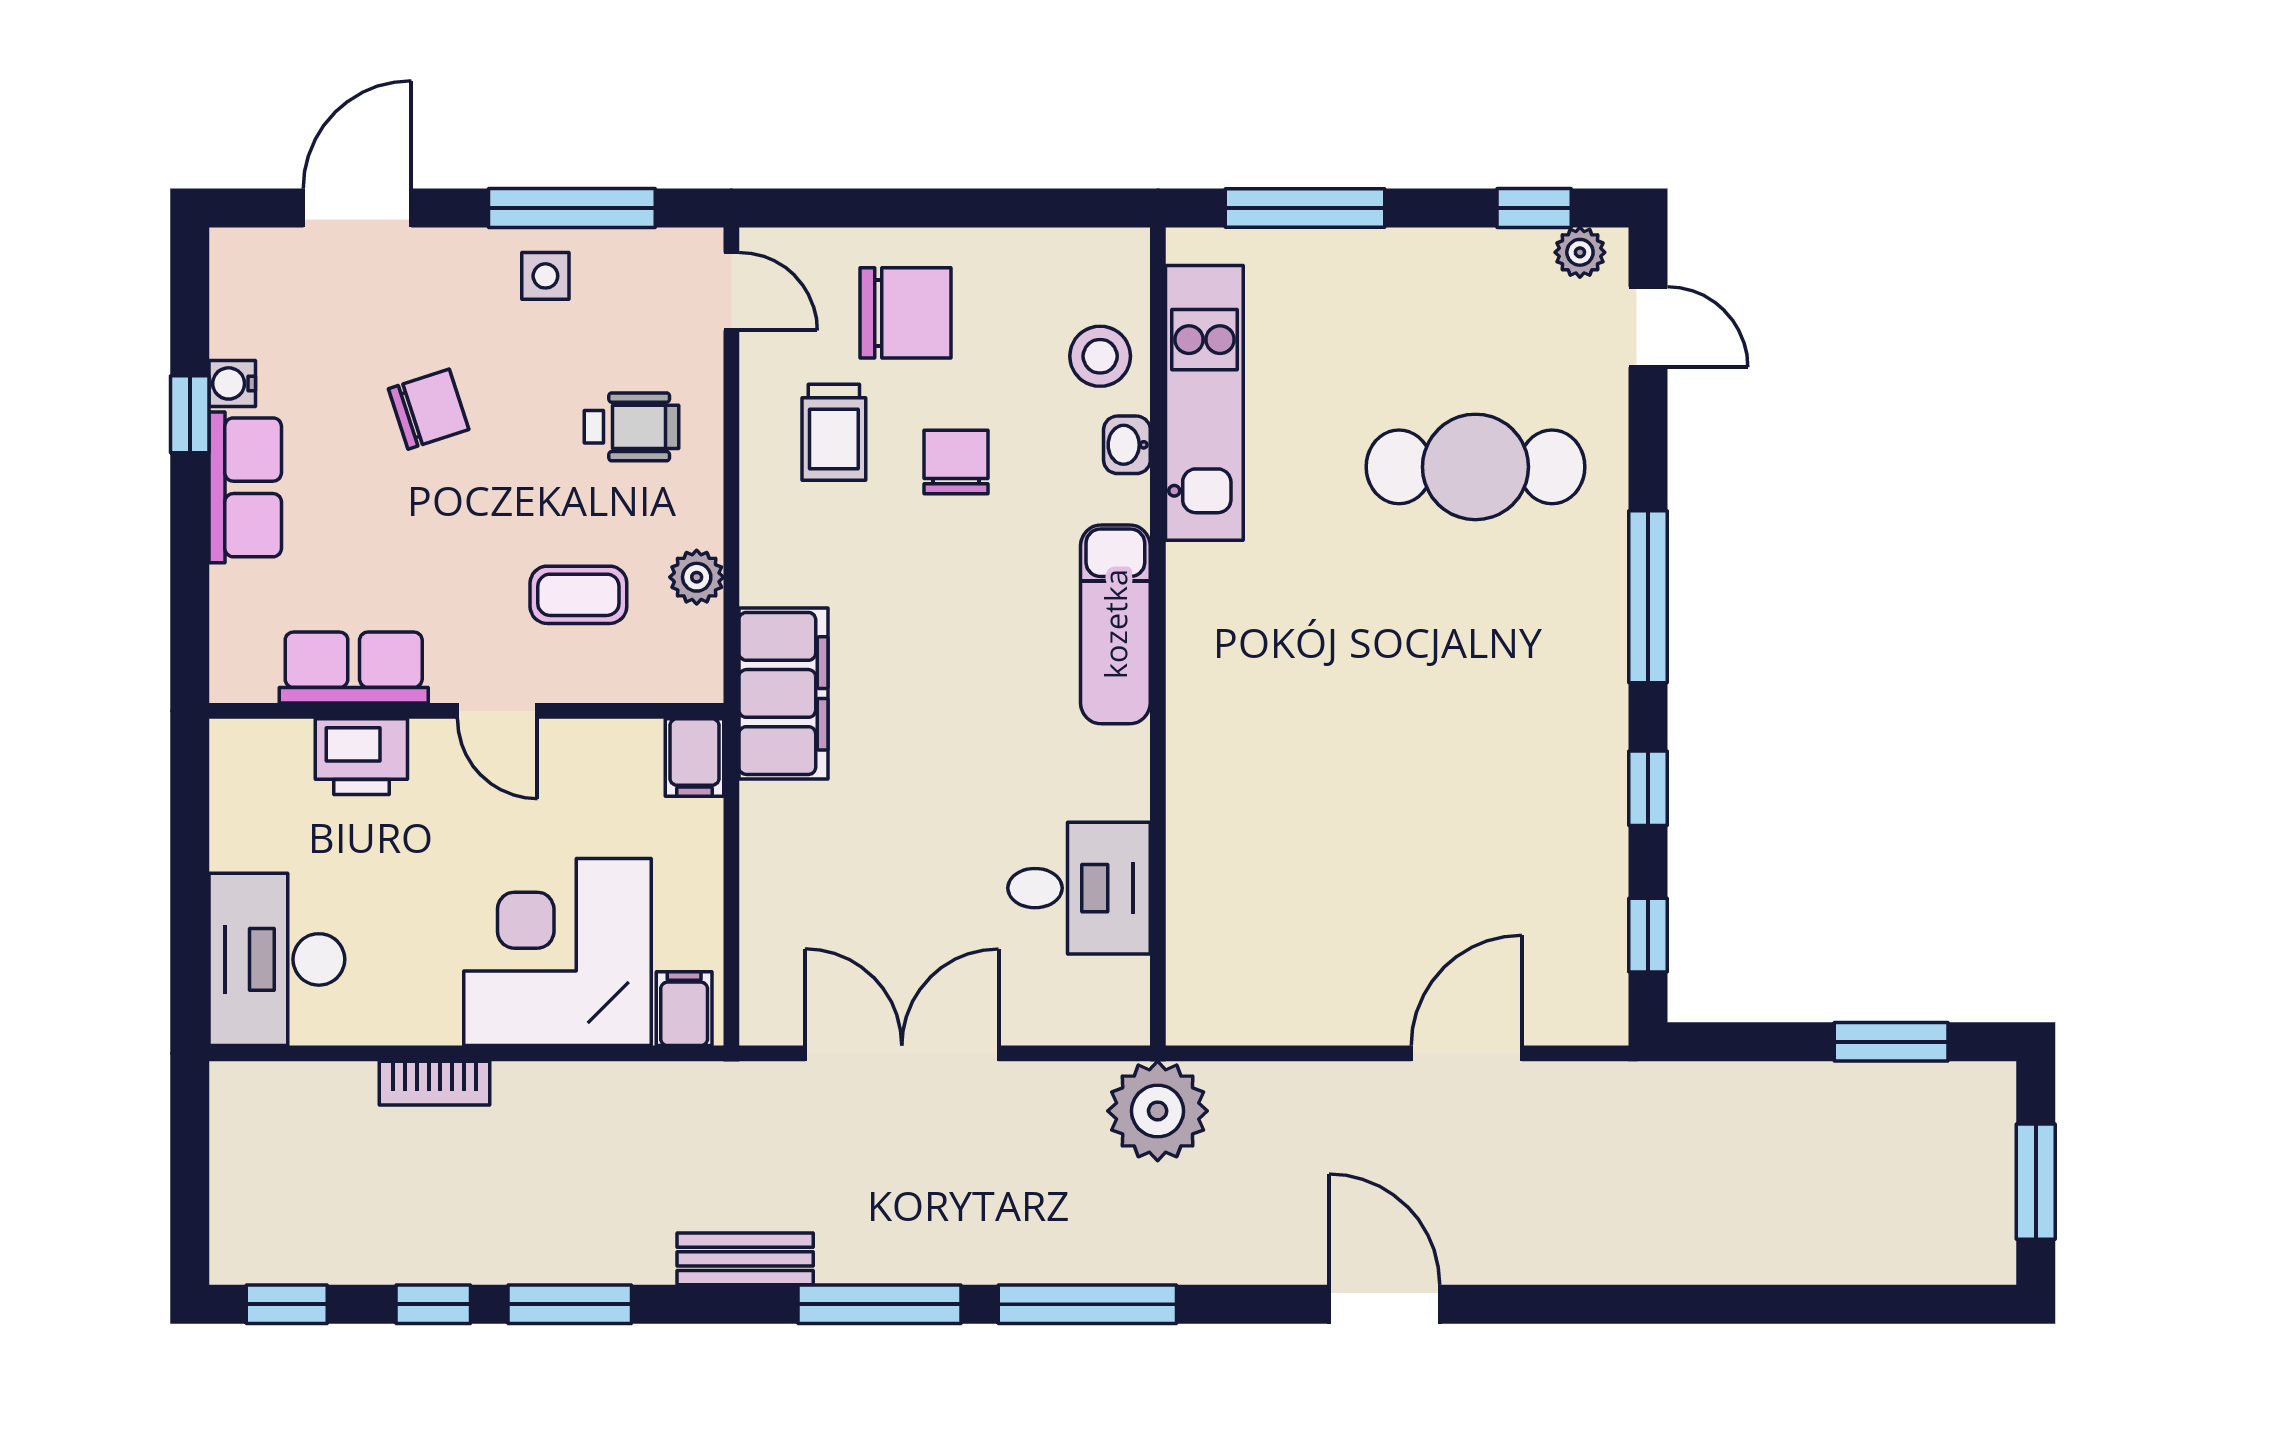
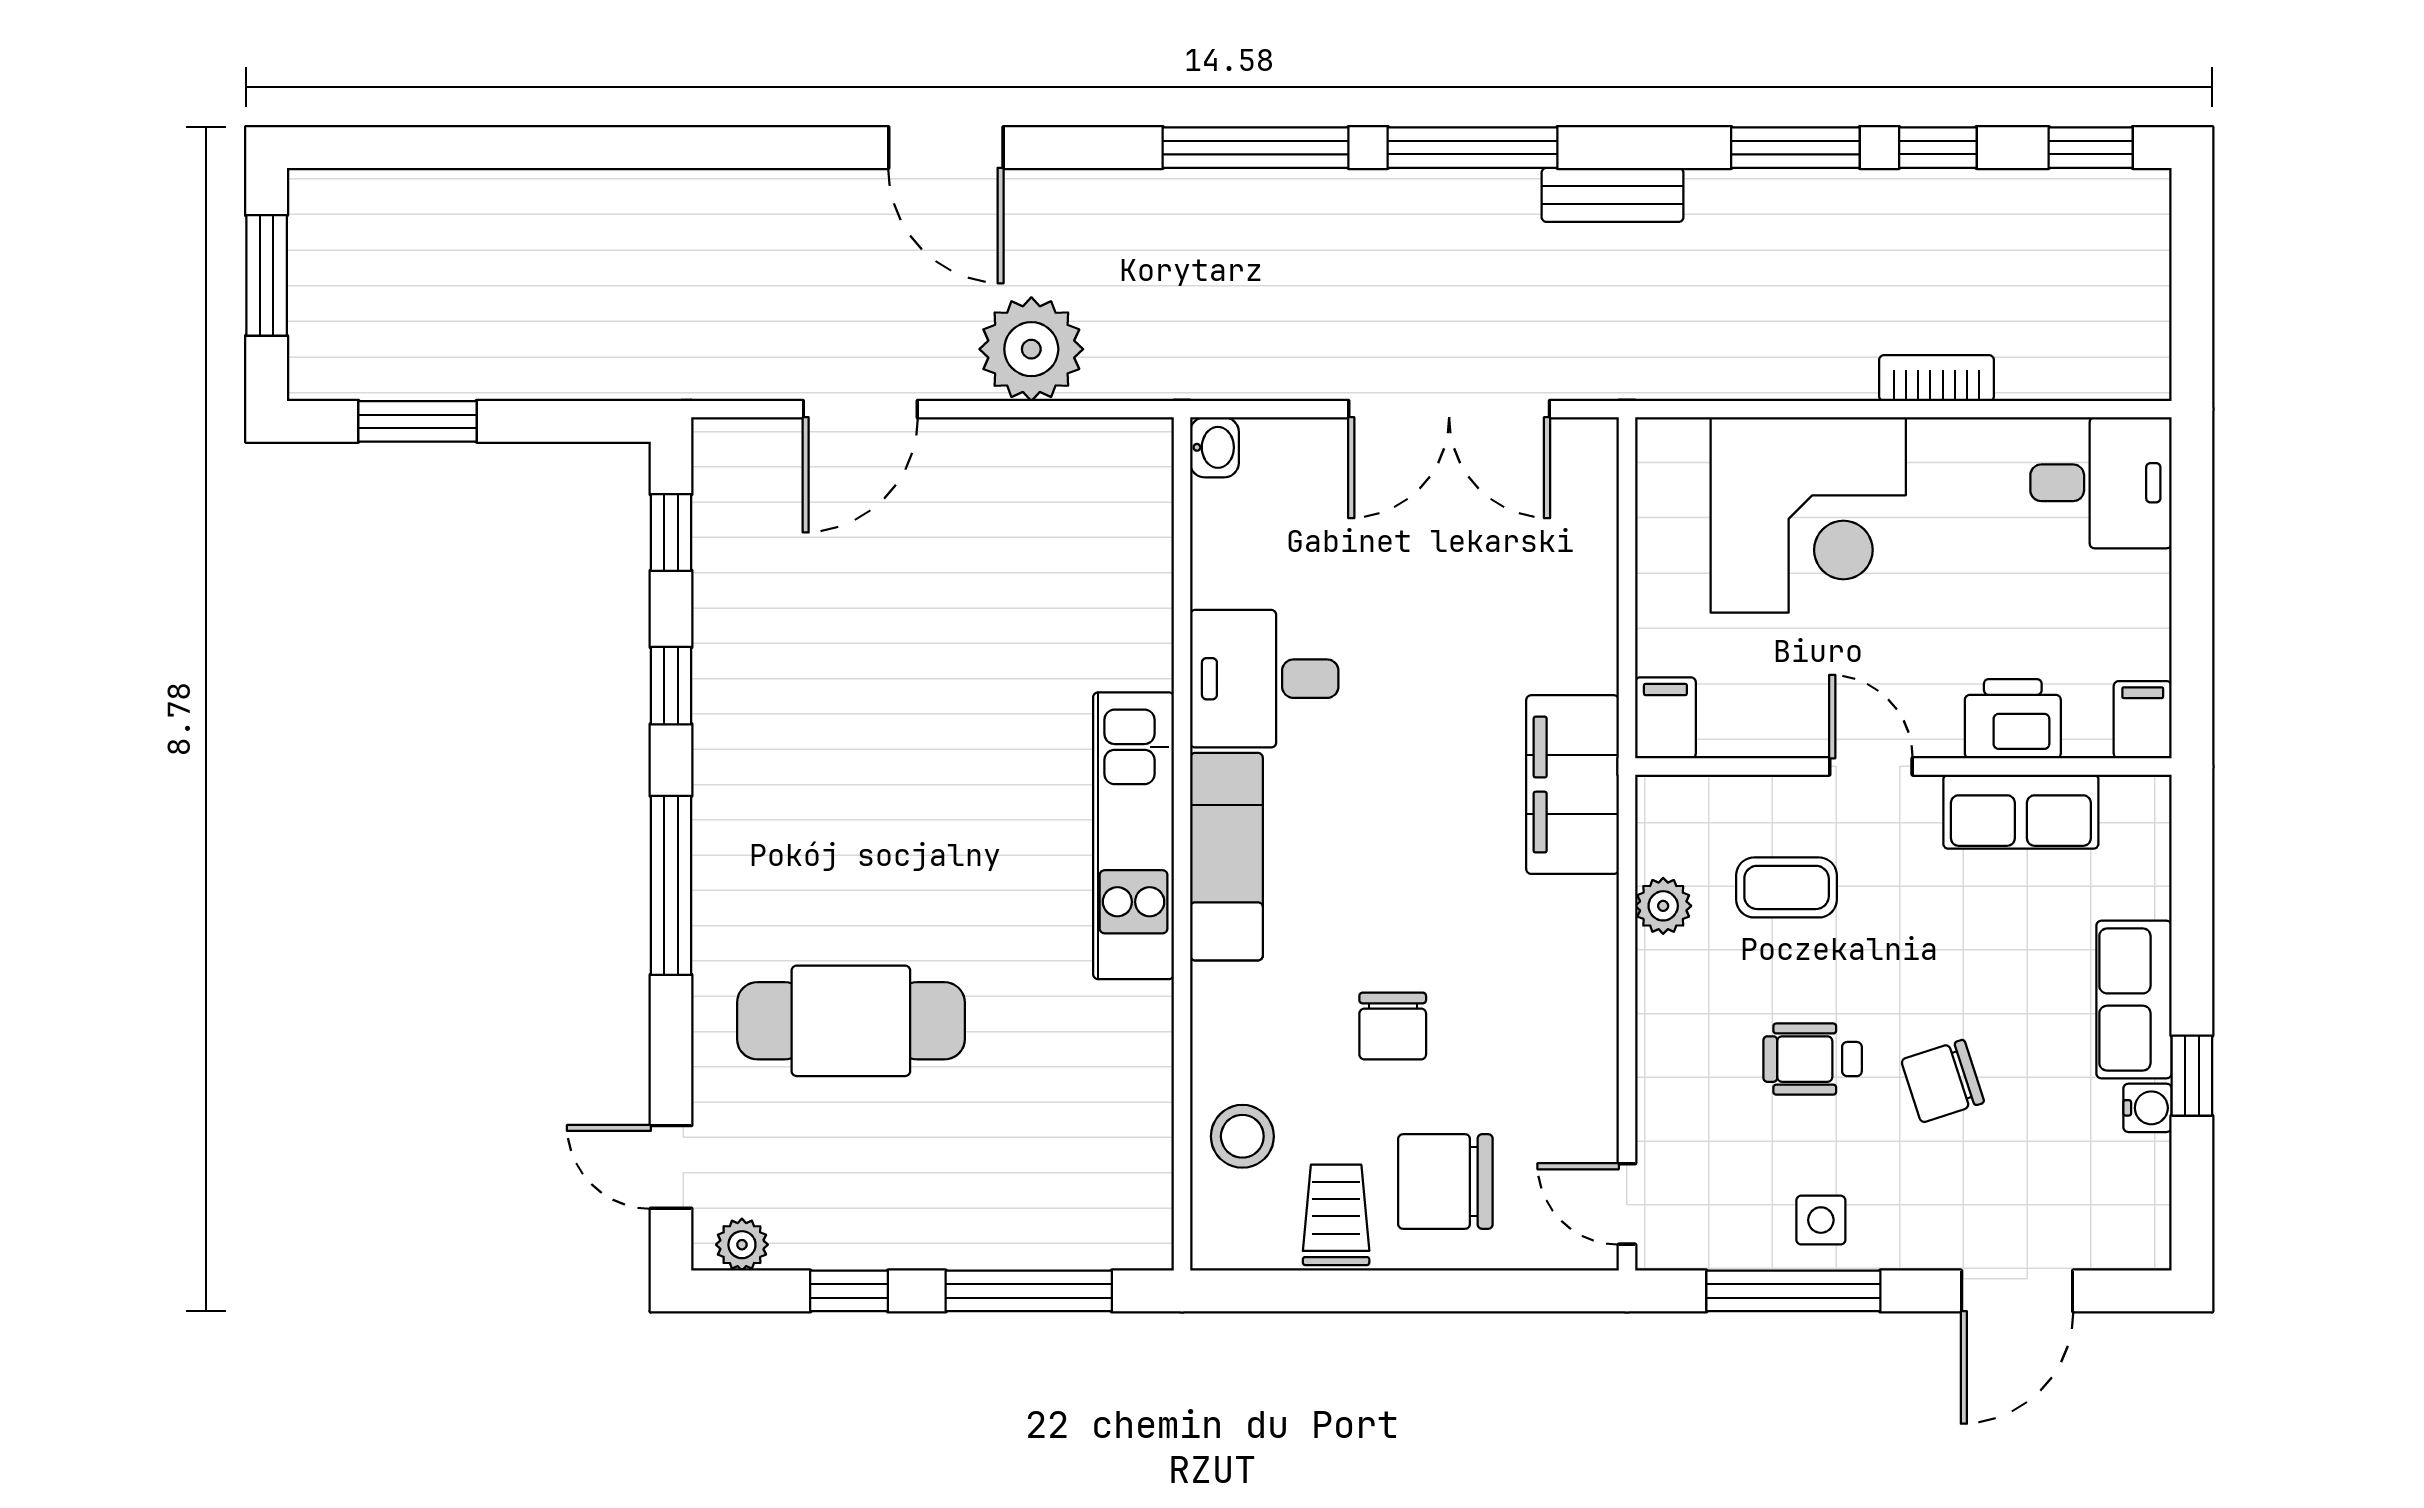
window: (1534, 208) -> (849, 1291), moved
kitchen unit: (1204, 403) -> (1134, 836), moved
wheelchair: (632, 427) -> (1813, 1059), moved
trolley: (834, 432) -> (1336, 1215), moved
washbasin: (1127, 445) -> (1214, 447), moved
desk: (1079, 888) -> (1264, 679), moved
desk: (277, 959) -> (2101, 483), width x0.73
filing cabinet: (684, 1009) -> (2143, 720), moved, turned 180
plant: (1158, 1111) -> (1031, 349), moved

